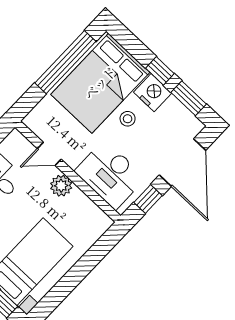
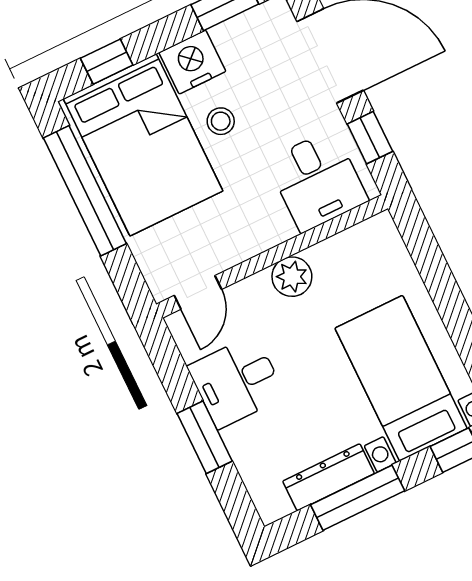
window: (160, 71) -> (107, 62), moved
door: (49, 154) -> (198, 292), moved
desk: (110, 175) -> (317, 181), width x0.73

